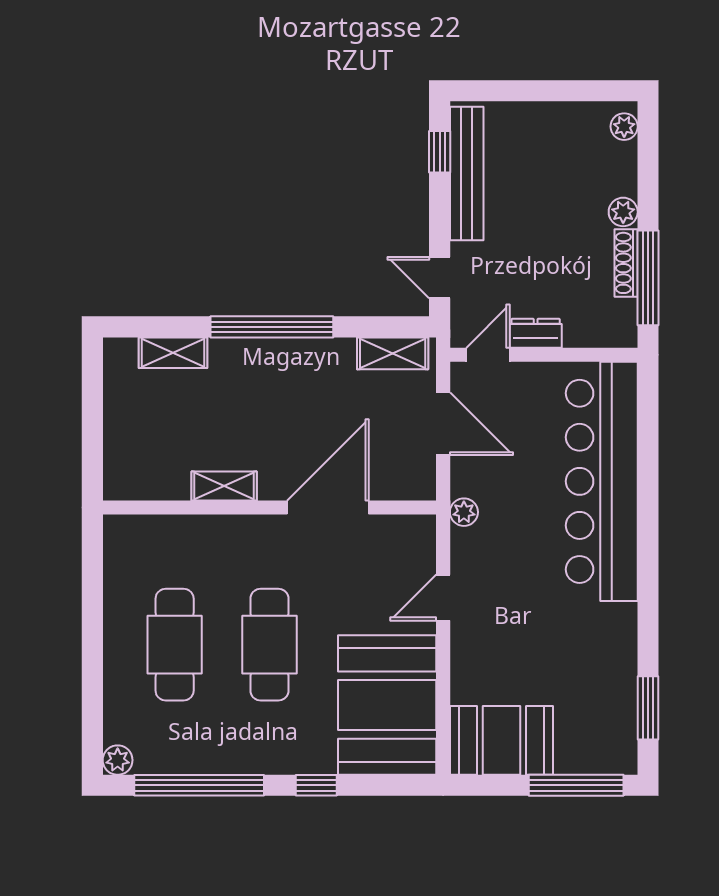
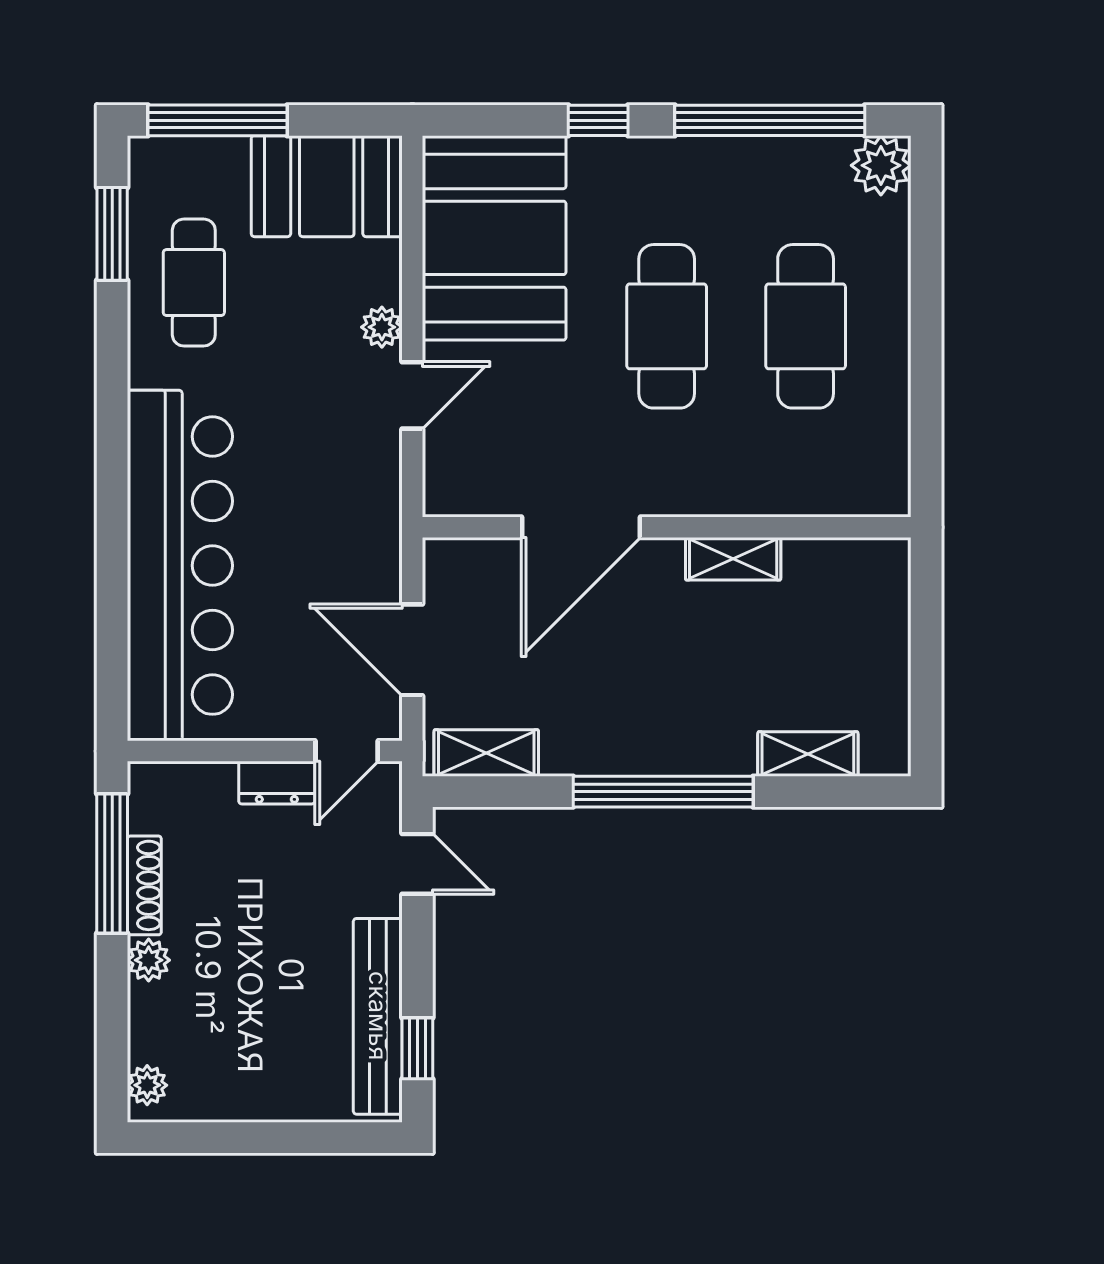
plant: (464, 512) -> (382, 327), moved
cafe table: (592, 675) -> (194, 283), added
plant: (118, 760) -> (881, 165), width x1.38, depth x1.38

